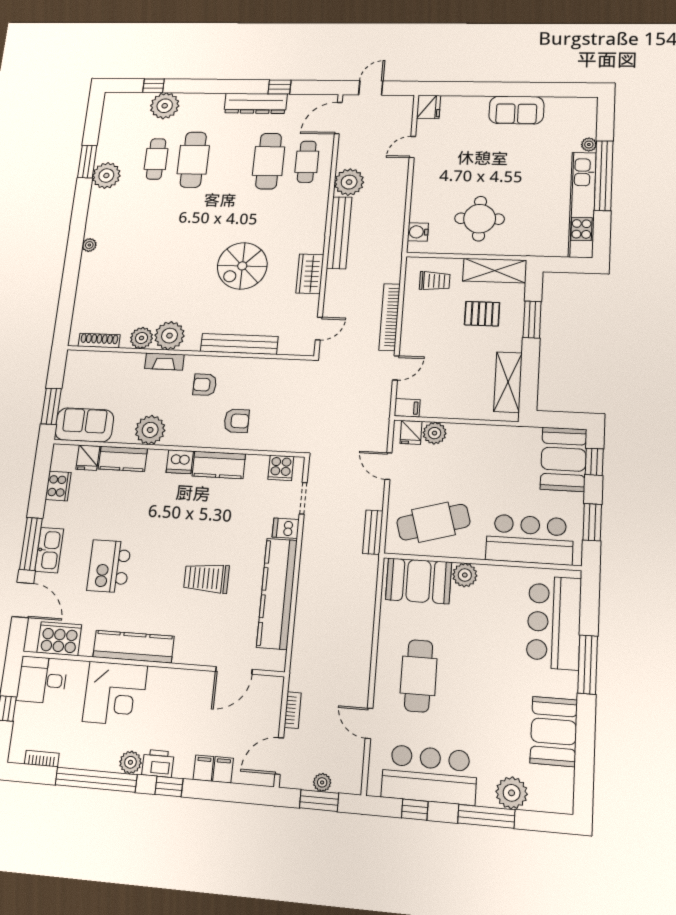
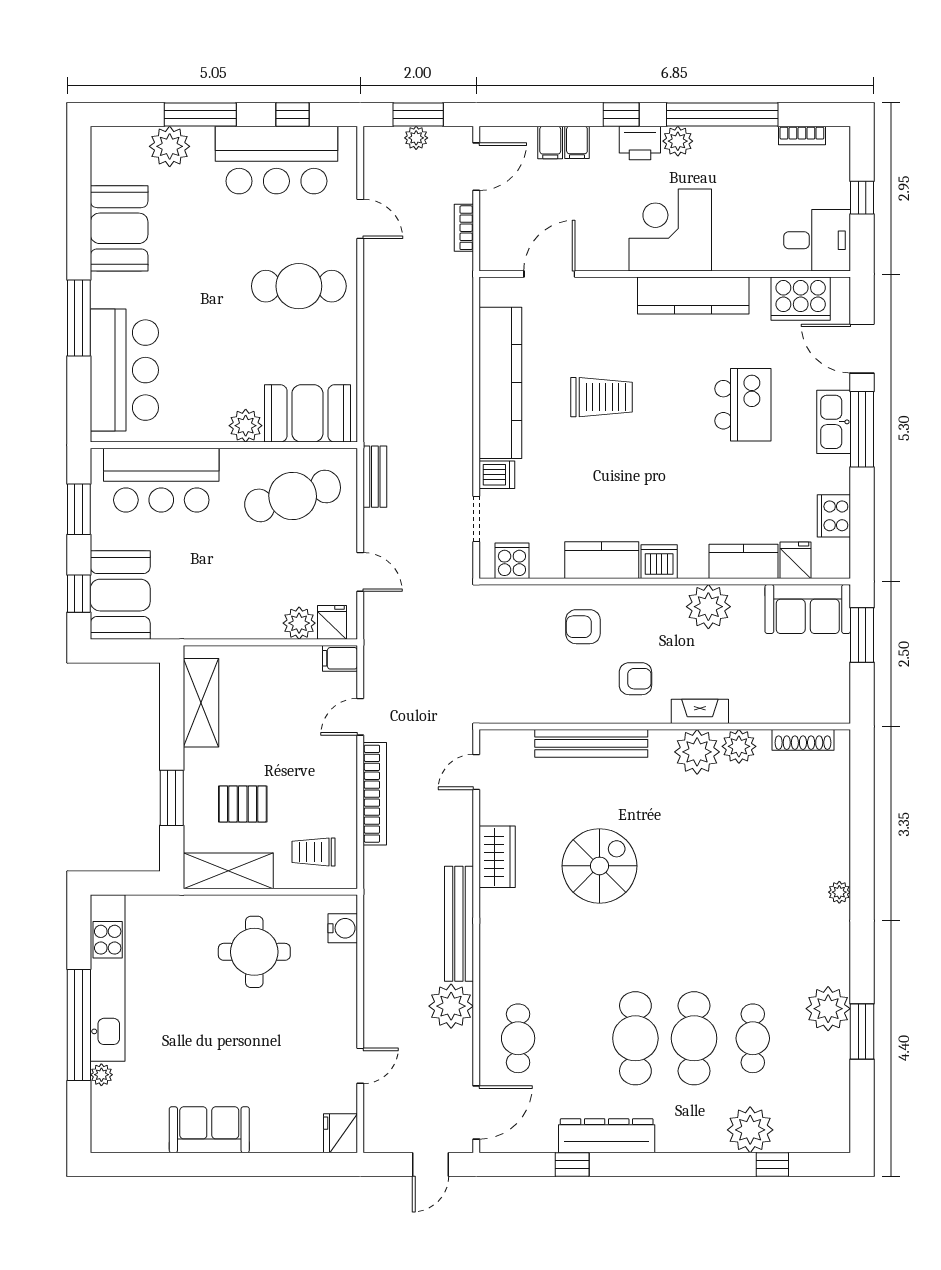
cafe table: (269, 161) -> (635, 1038), moved
cafe table: (419, 676) -> (299, 286), turned 90
corner desk: (115, 694) -> (670, 230), moved

